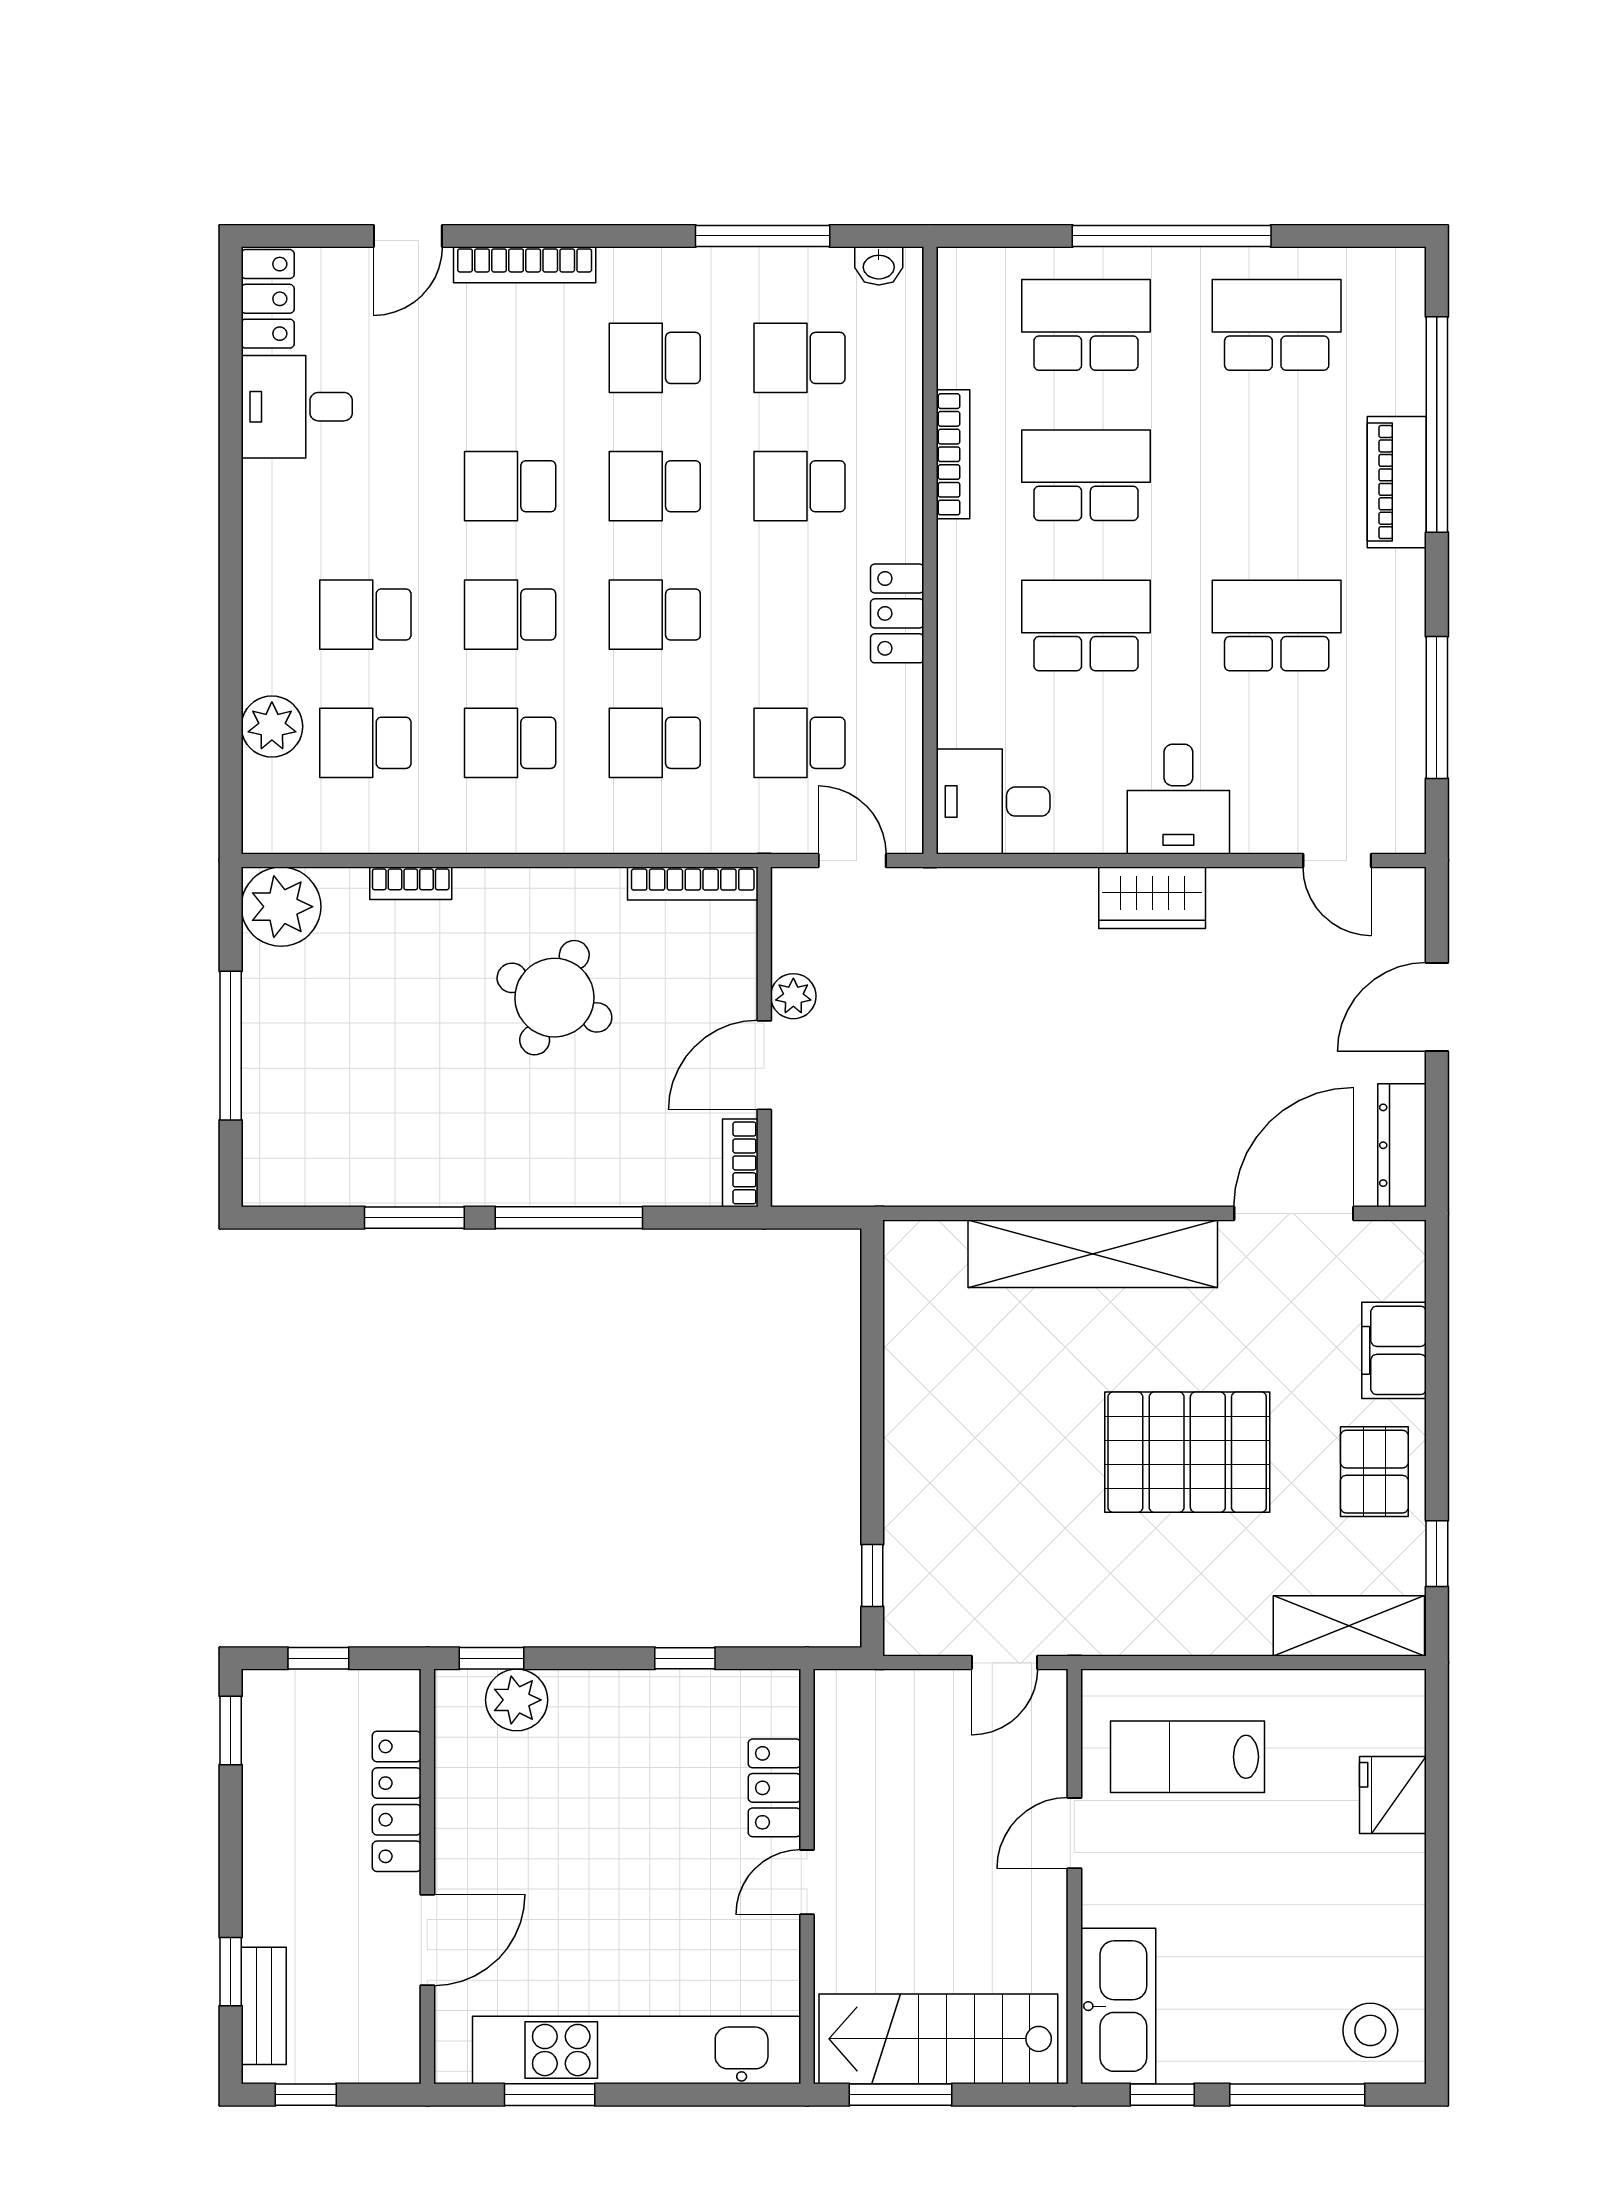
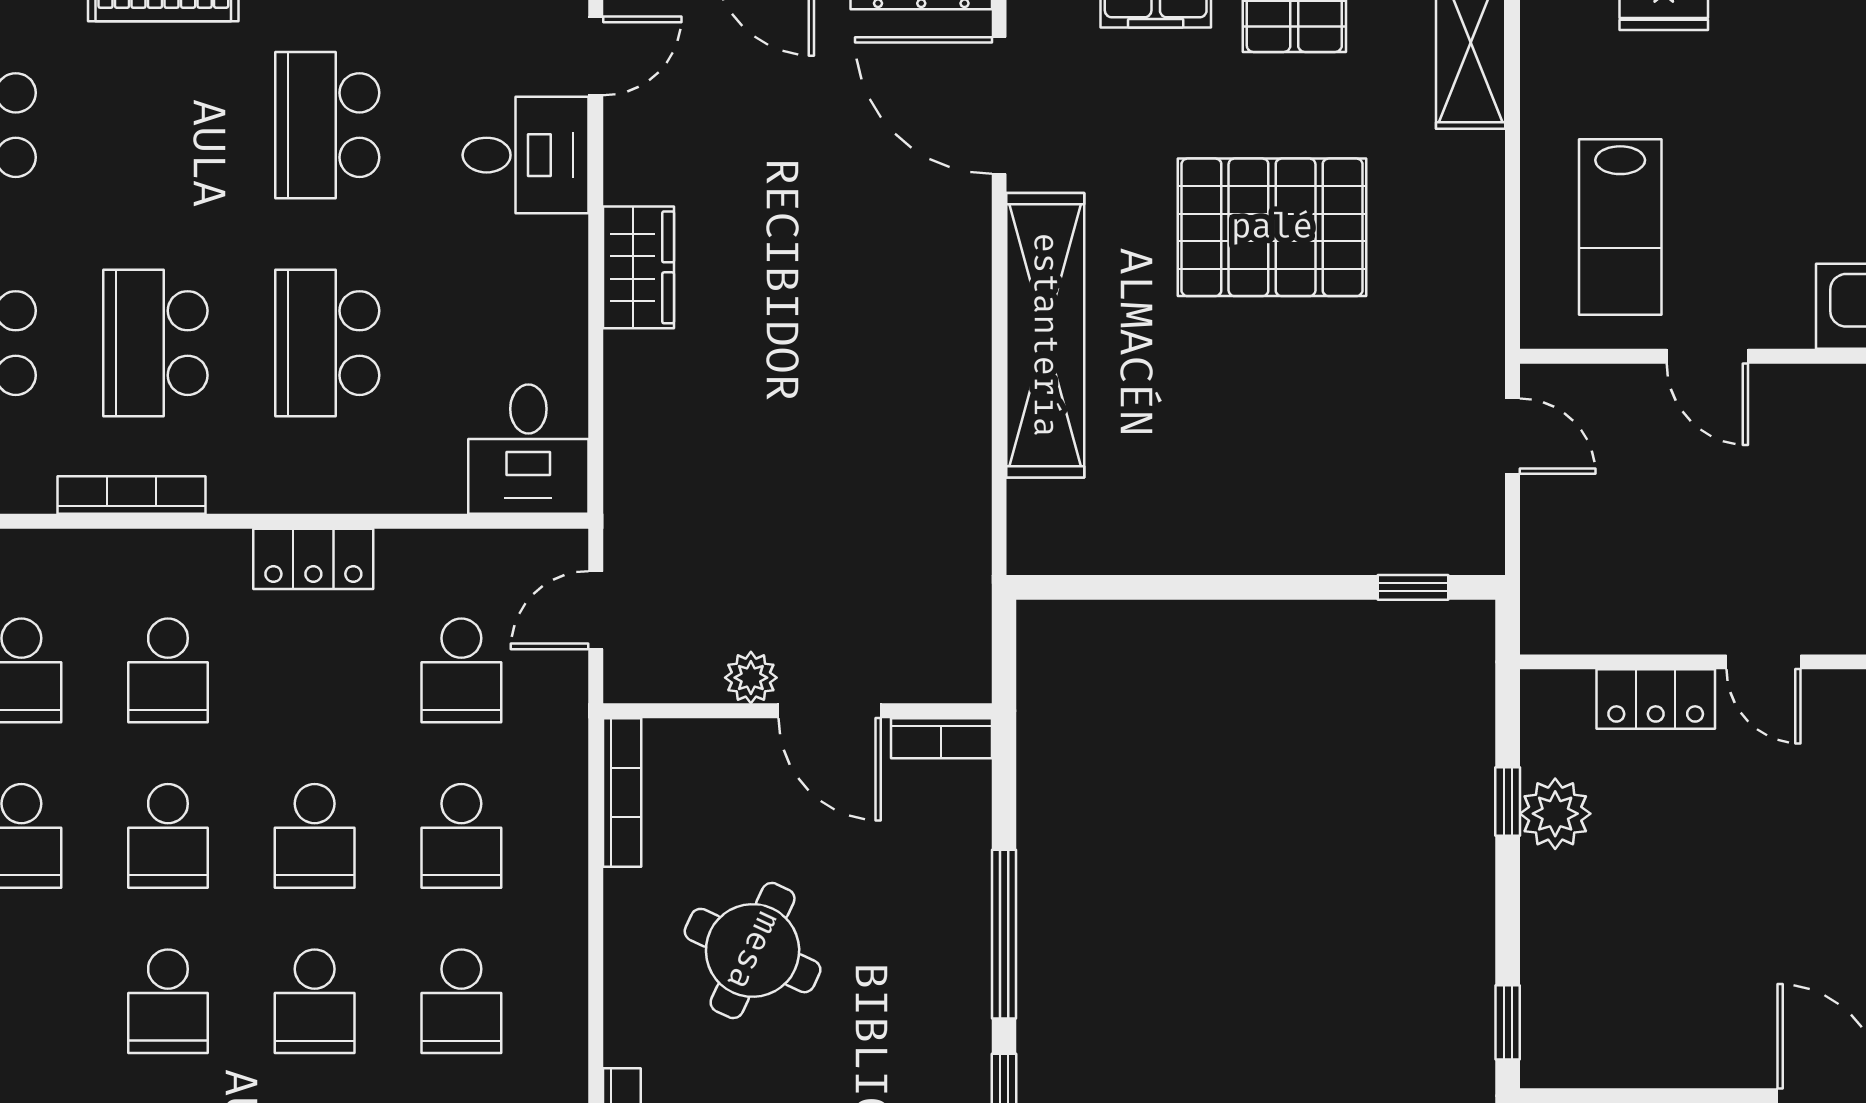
desk: (1178, 799) -> (526, 155), moved
pallet: (1187, 1452) -> (1272, 227), turned 90
plant: (517, 1700) -> (1555, 814), moved

